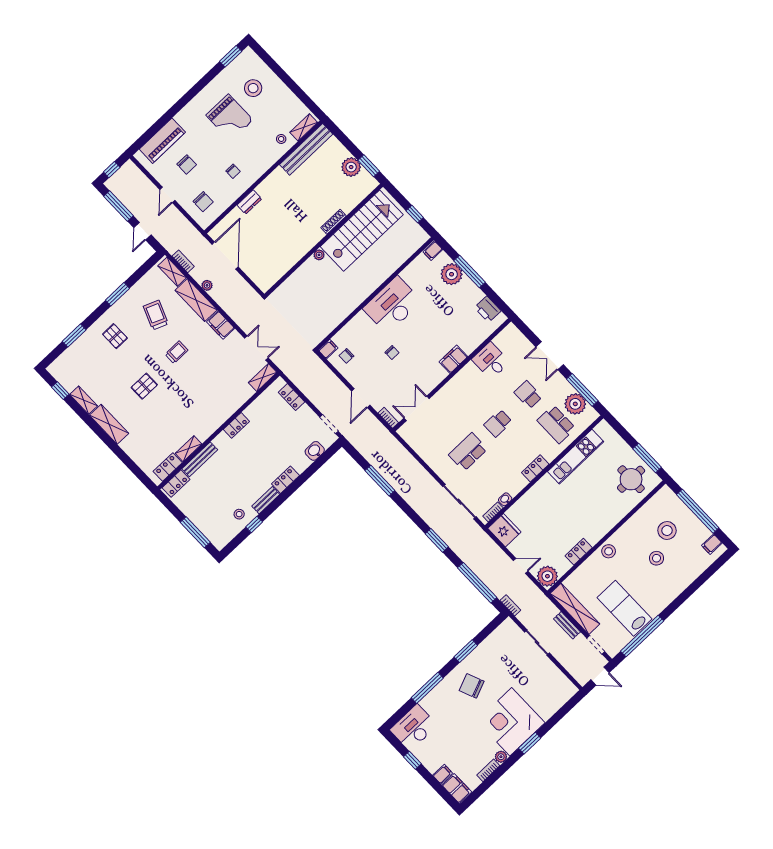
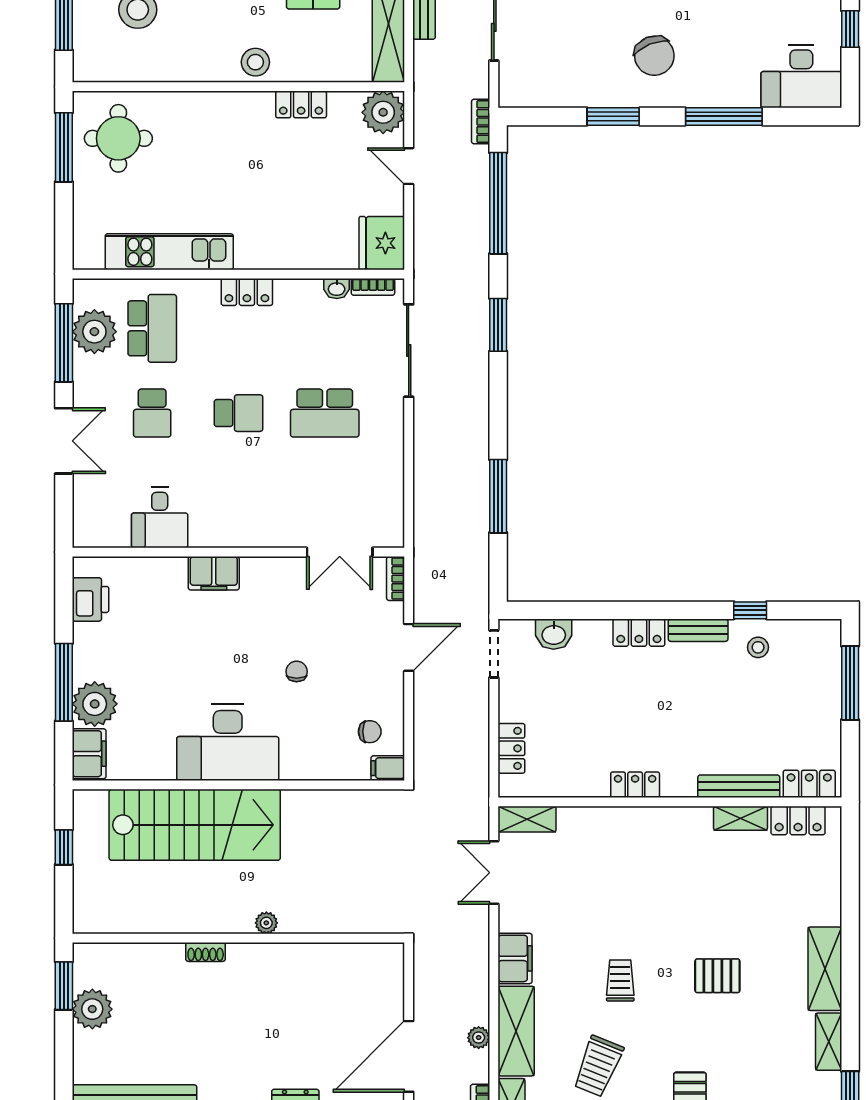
shoe rack: (334, 222) -> (206, 952), width x0.70
stairs: (362, 231) -> (195, 825), moved, turned 180
filing cabinet: (433, 251) -> (89, 754), width x2.00
trolley: (177, 352) -> (620, 980), turned 90

